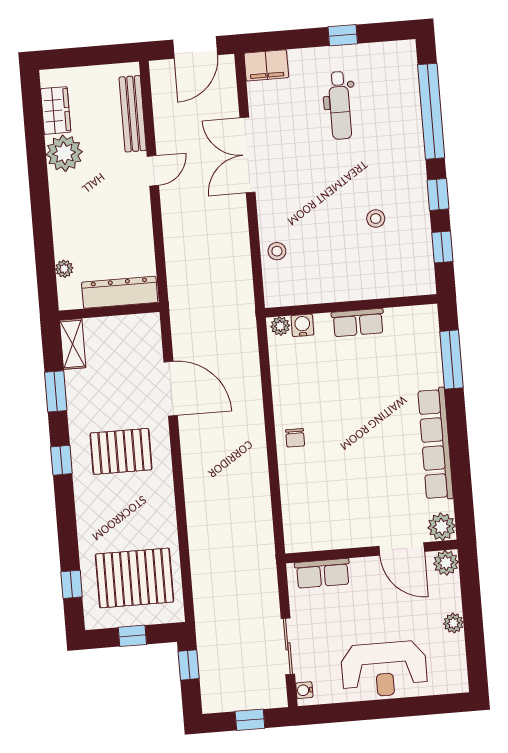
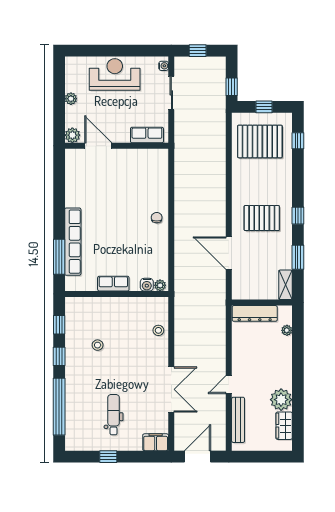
row of seats: (436, 444) -> (73, 242), moved
plant: (442, 527) -> (73, 157), removed

